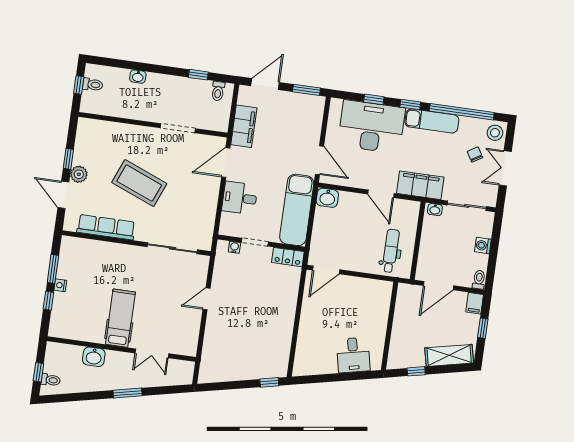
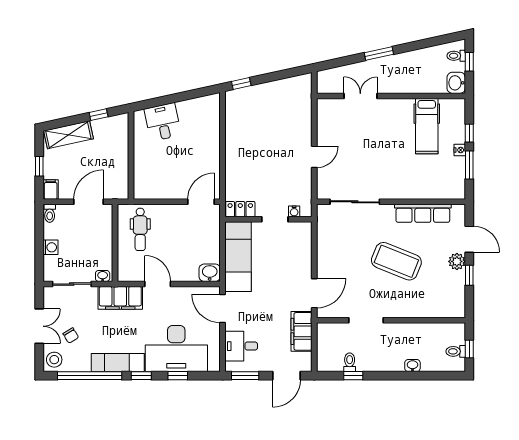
toilet: (218, 91) -> (350, 362), moved
desk: (240, 198) -> (241, 346), moved, turned 180
hospital bed: (120, 318) -> (427, 126), moved
washbasin: (94, 357) -> (456, 83), moved, turned -90

